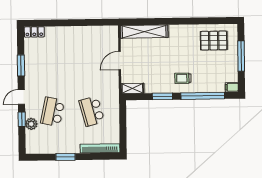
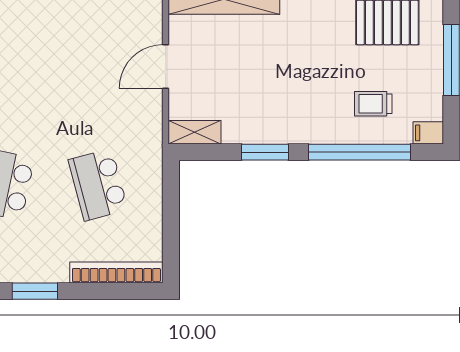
trolley: (183, 78) -> (373, 104), moved

